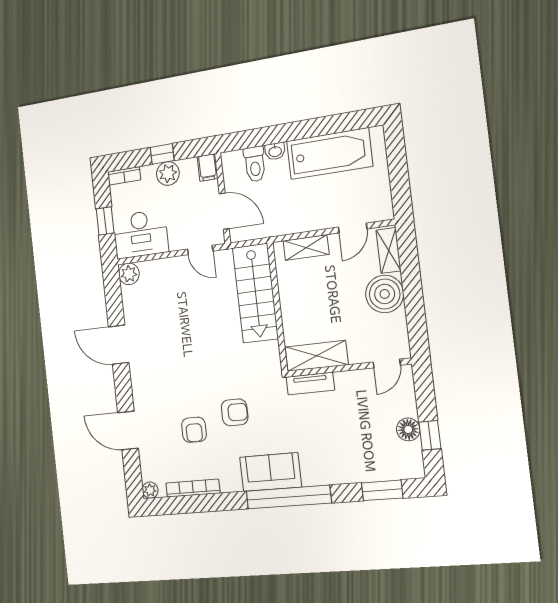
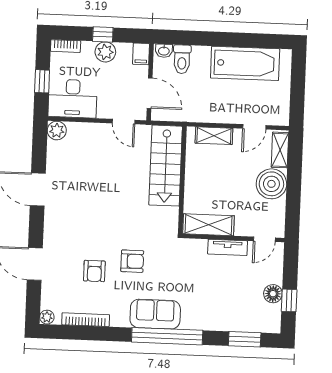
washbasin: (275, 151) -> (164, 51), moved
tv unit: (310, 383) -> (228, 247), moved

